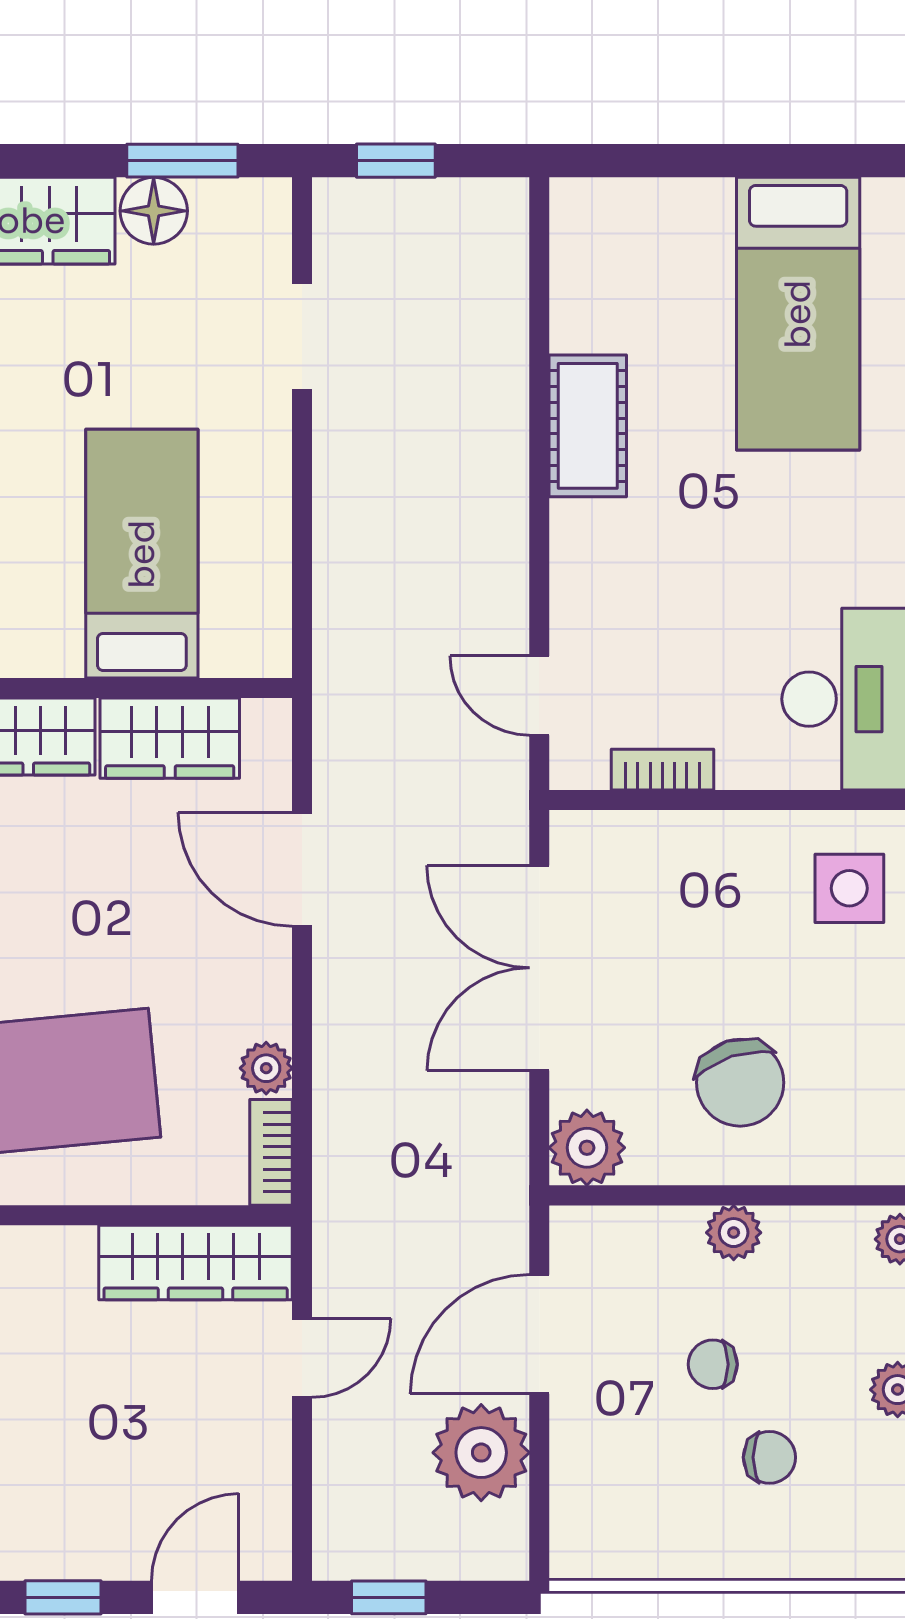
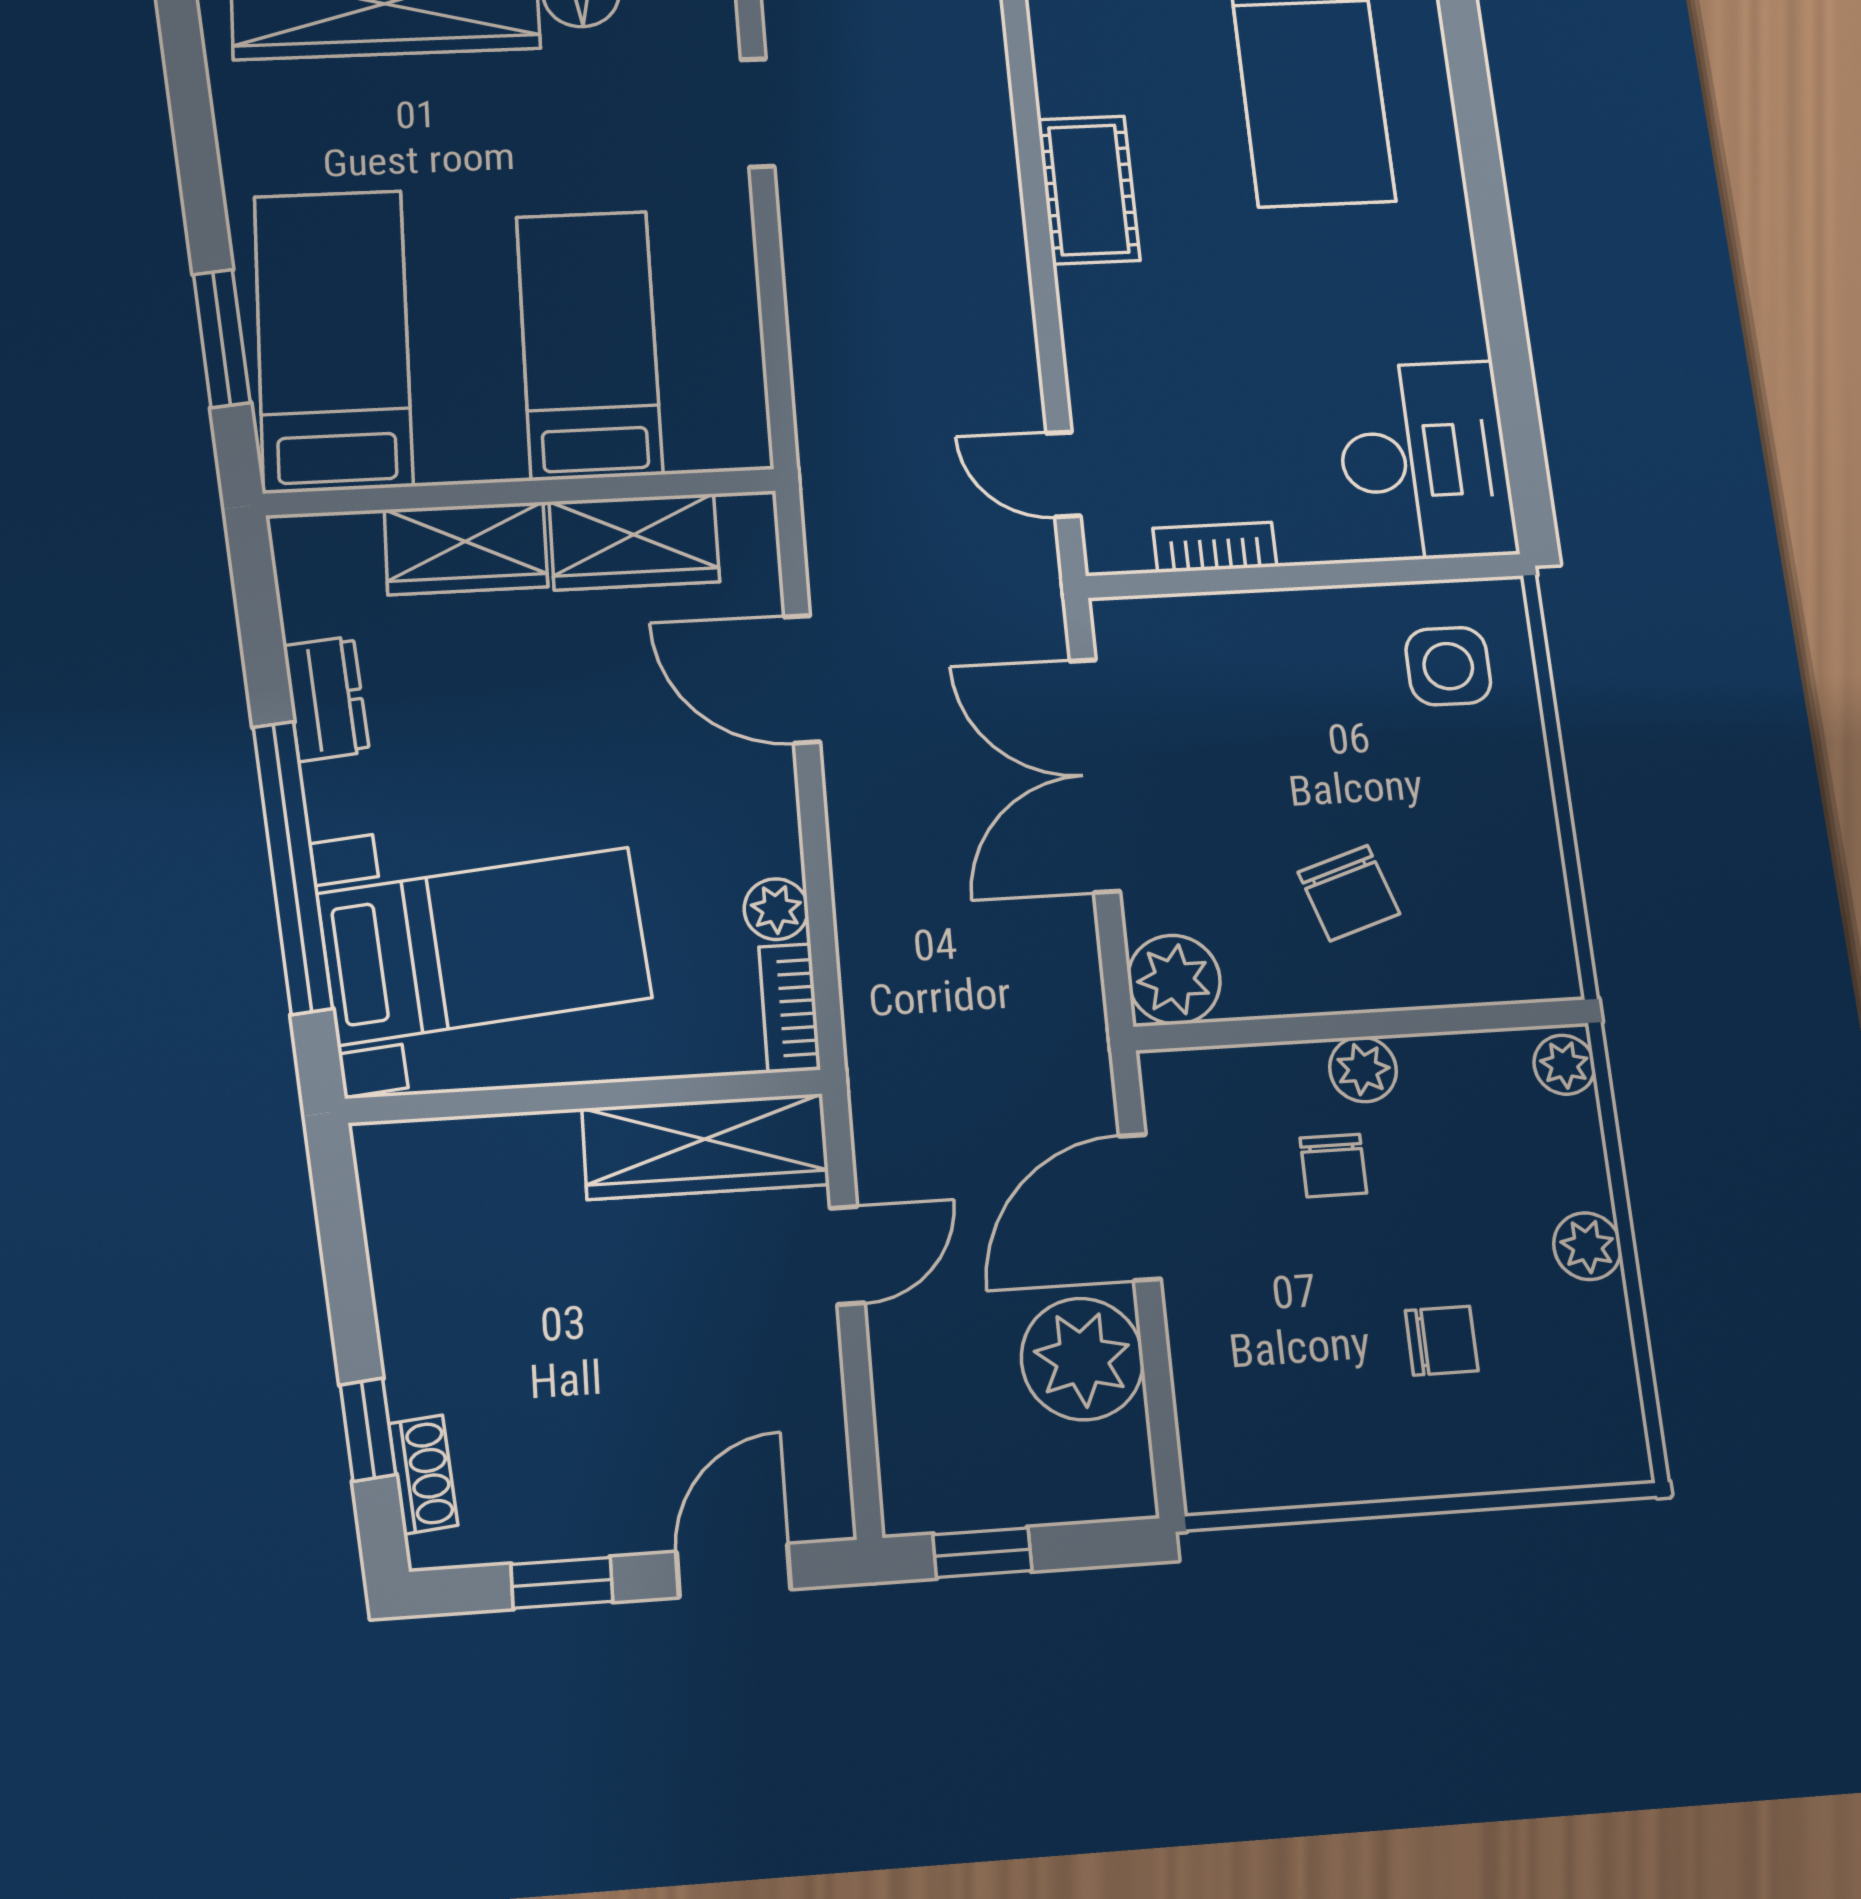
chair: (740, 1083) -> (1349, 893), width x0.73, depth x0.73
chair: (713, 1364) -> (1333, 1166), moved, turned -90

